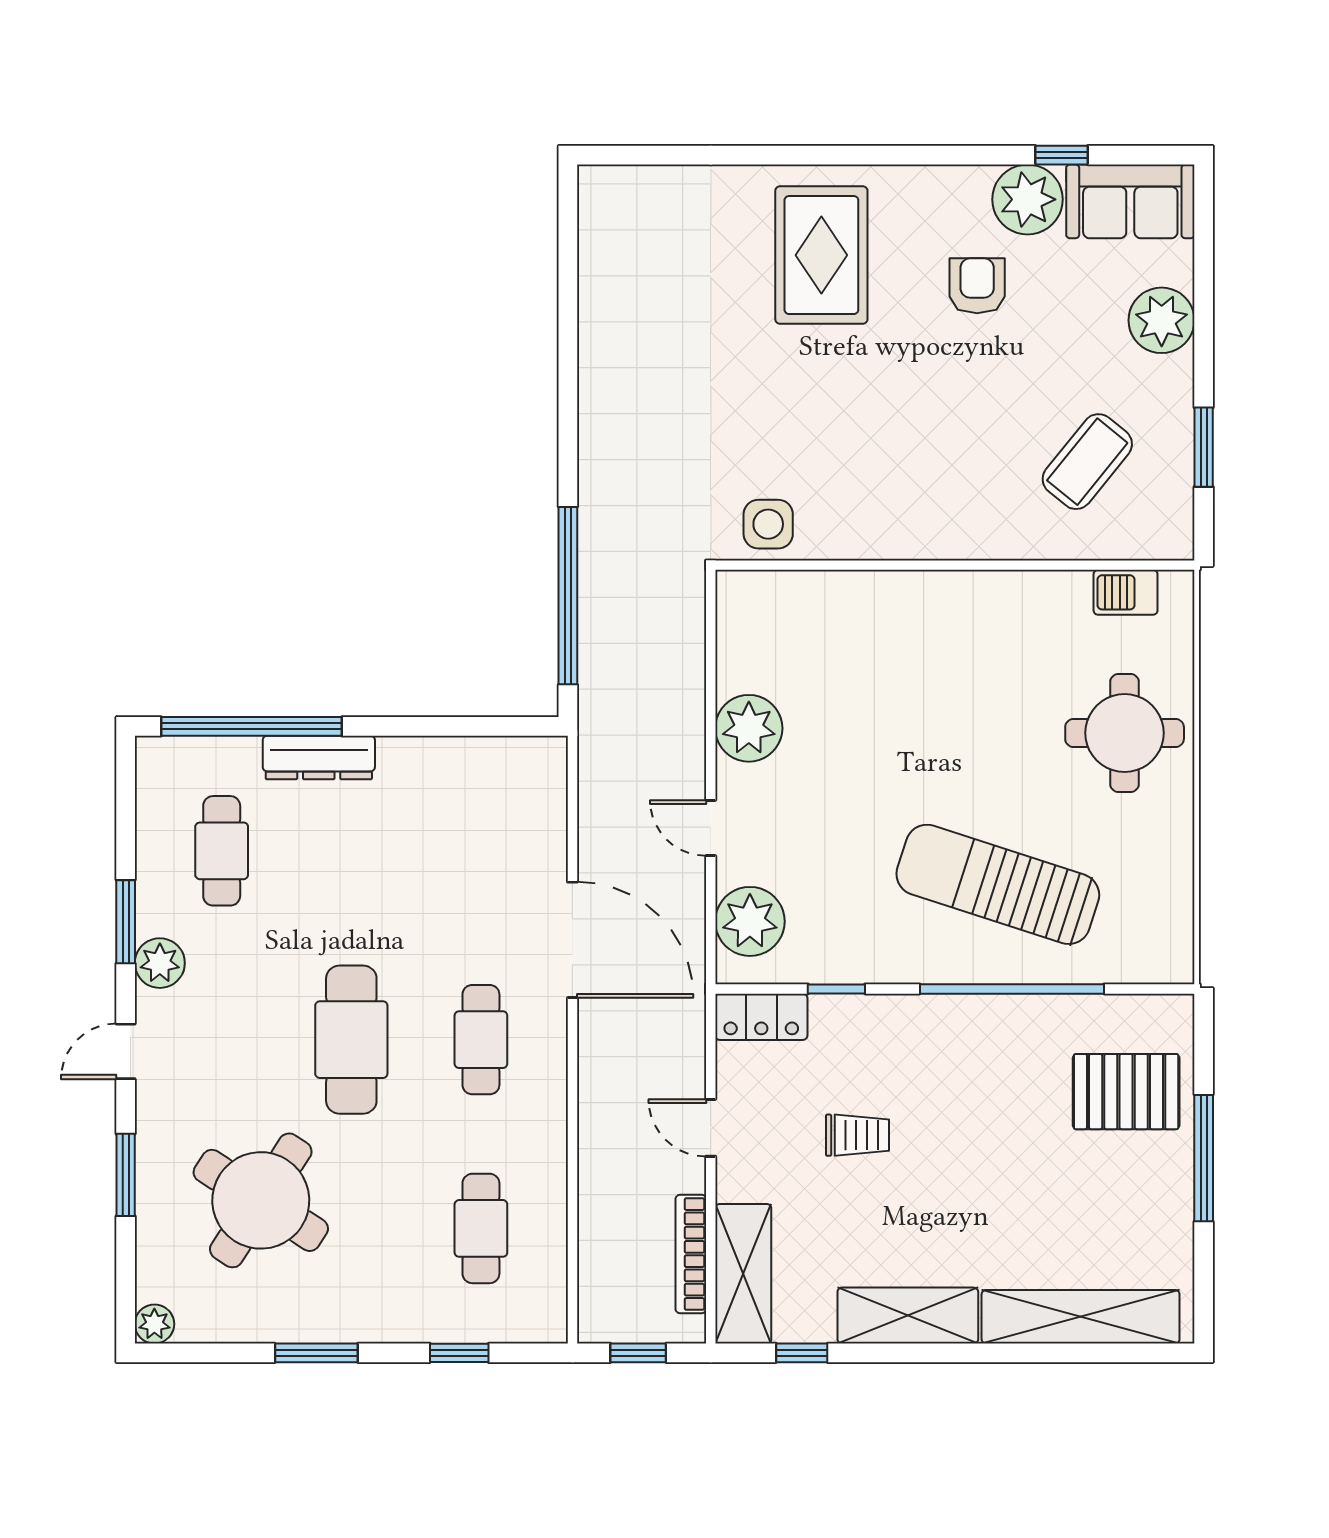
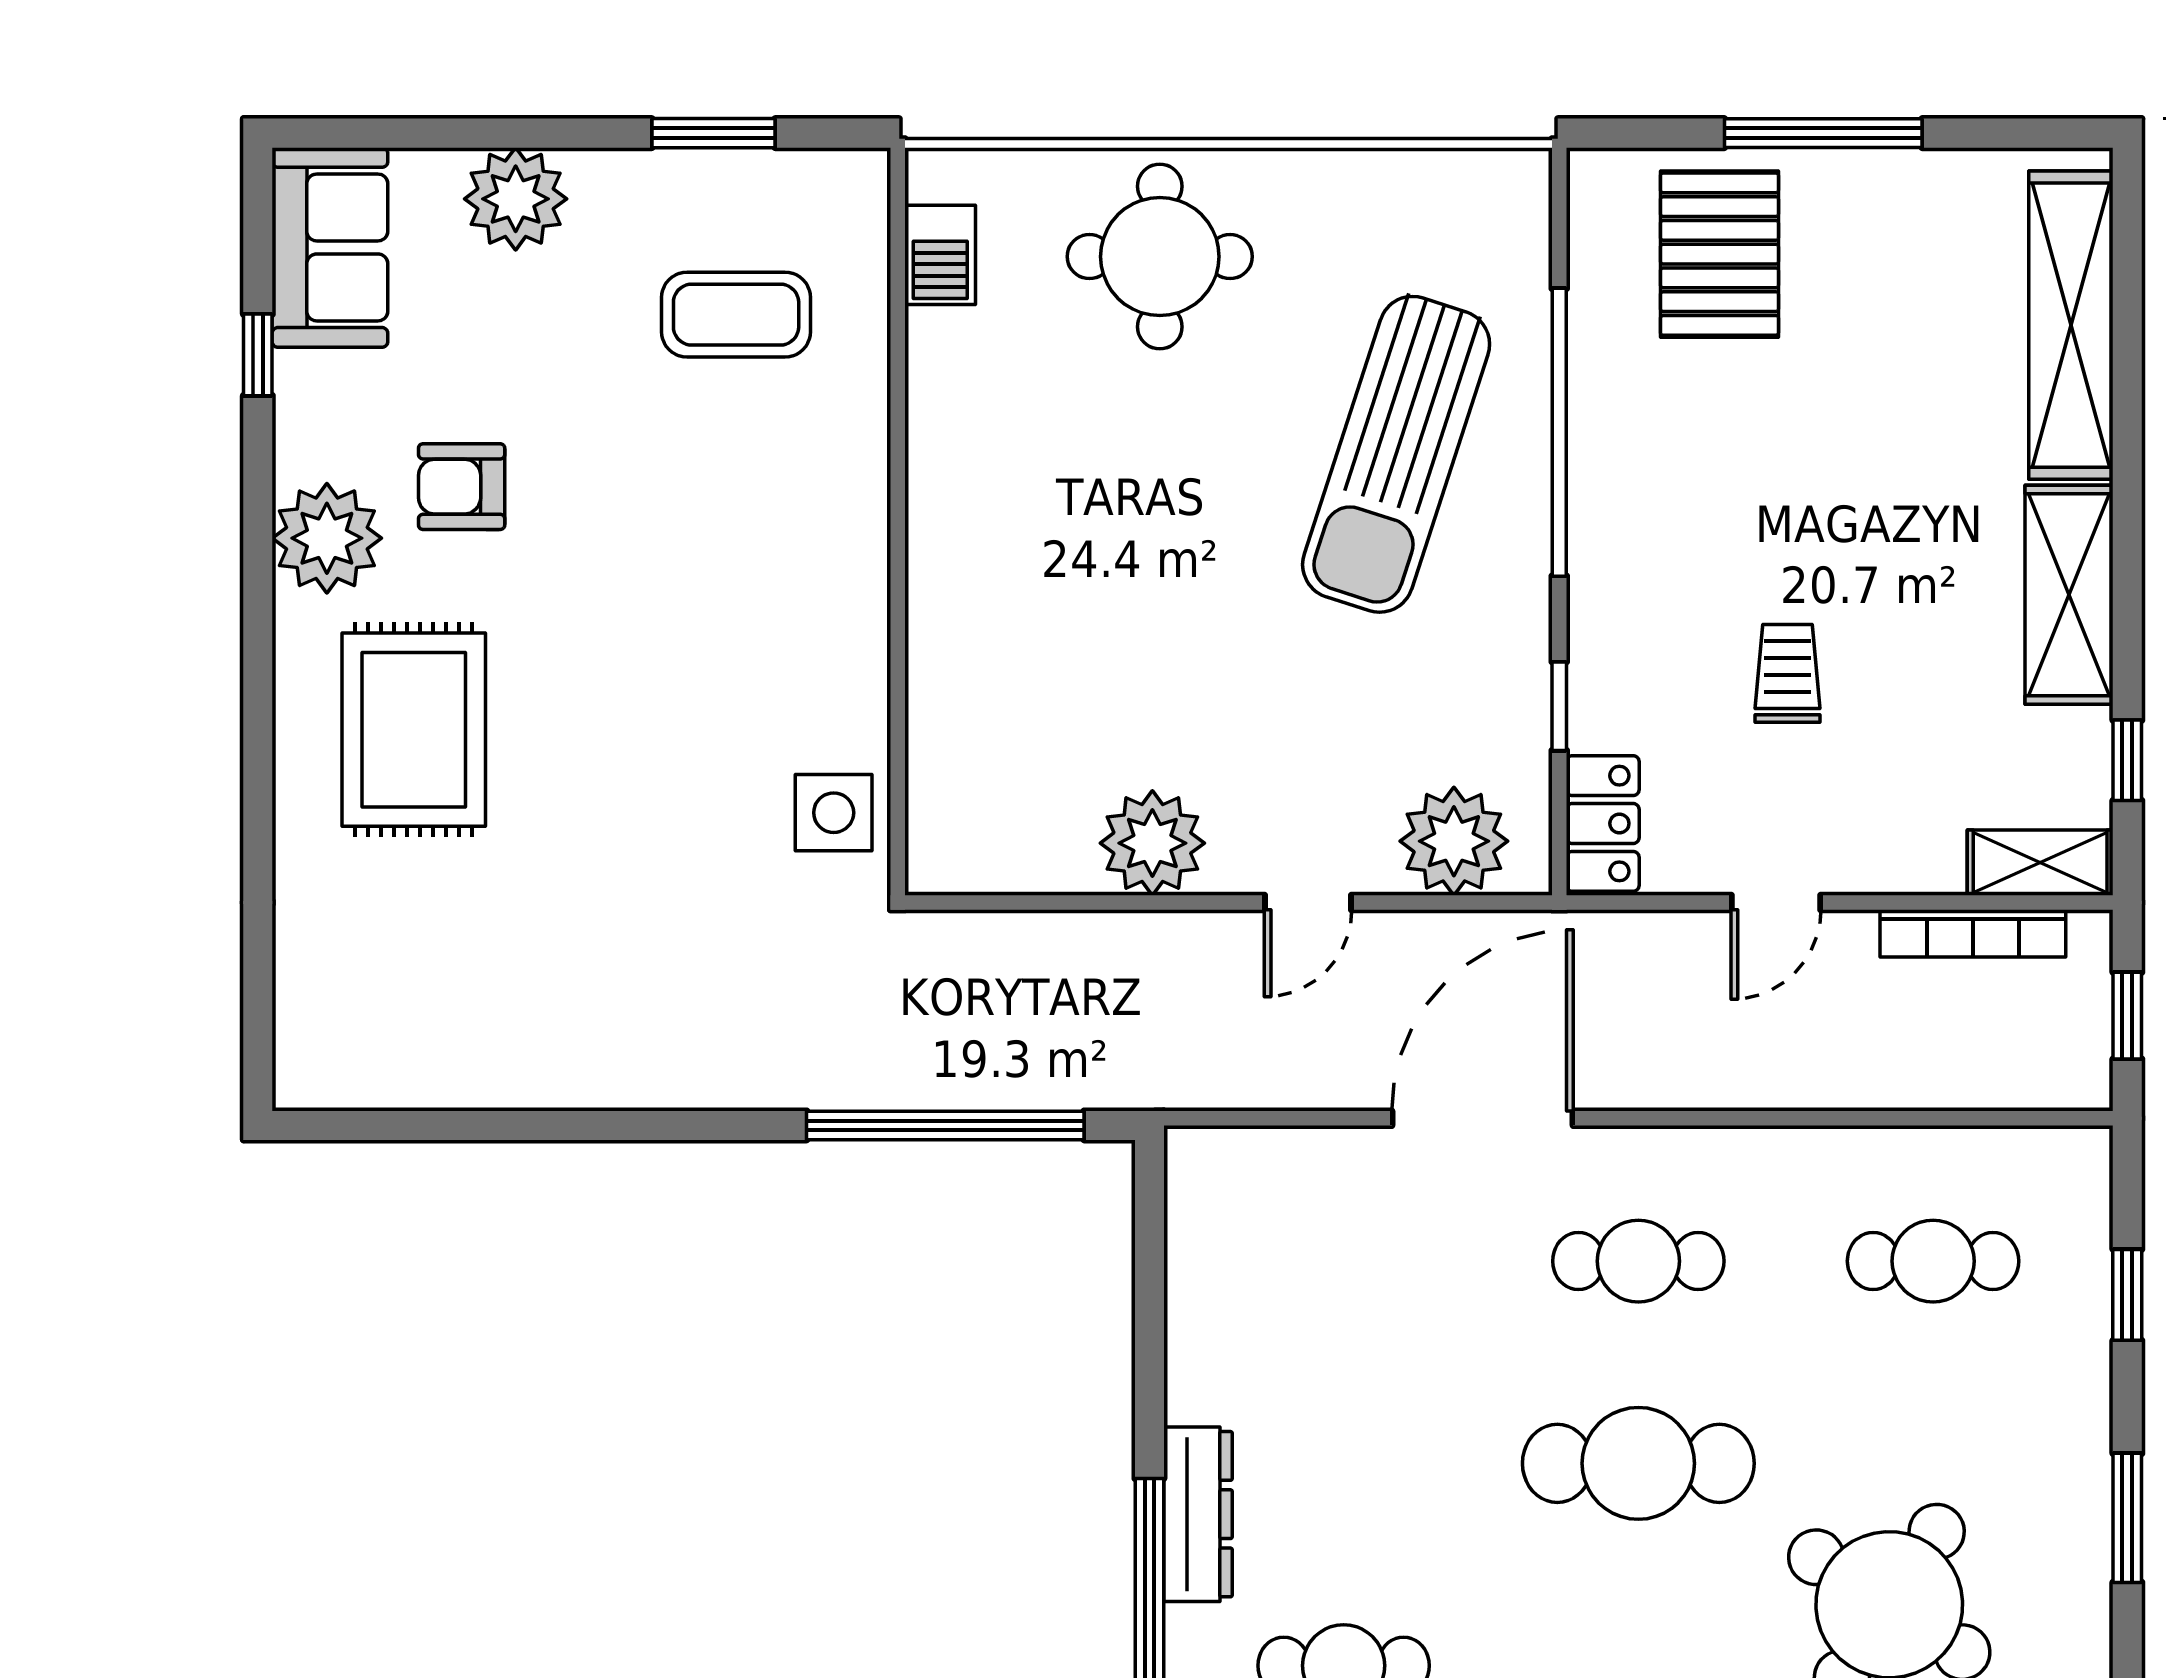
plant: (1028, 199) -> (327, 538), moved
rug: (821, 255) -> (414, 730), turned 90
coffee table: (1087, 462) -> (736, 315), turned -39
shelving: (743, 1274) -> (2040, 863), width x0.67, depth x0.75

